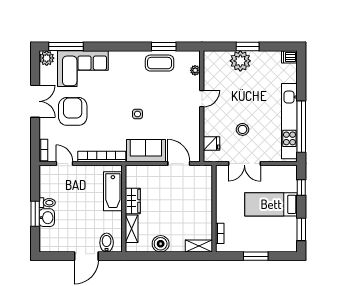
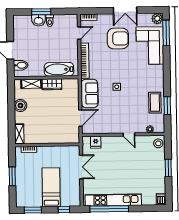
plant: (240, 61) -> (157, 163), removed
stool: (243, 129) -> (158, 143), moved
double door: (244, 163) -> (81, 167), swing flipped

